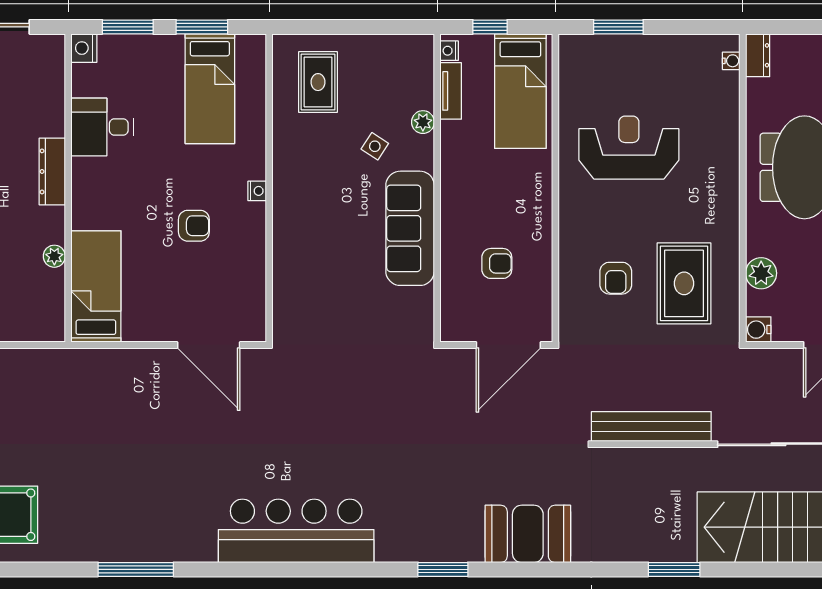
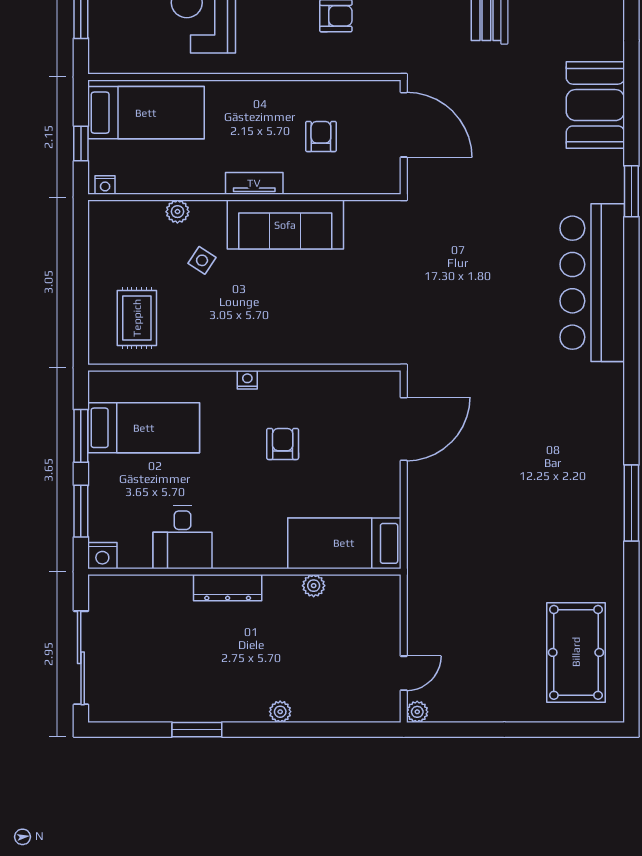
rug: (318, 82) -> (137, 318), turned 90
tv unit: (451, 91) -> (254, 183), moved
bar counter: (296, 531) -> (592, 283), moved

